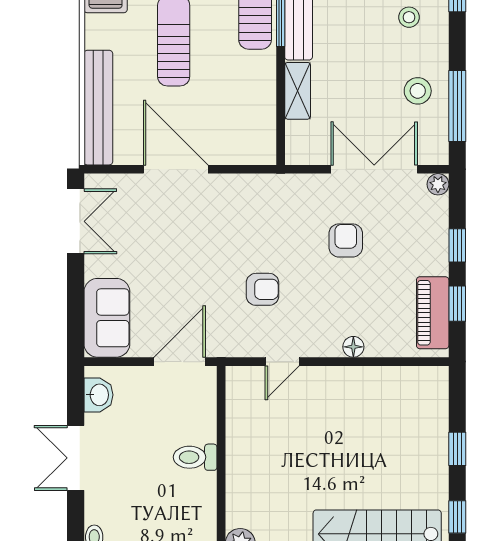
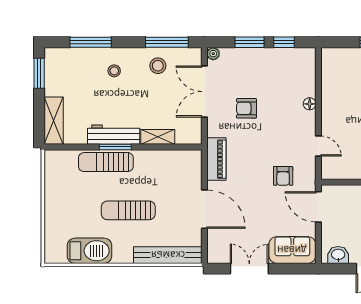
door: (176, 169) -> (204, 209), swing flipped
double door: (76, 221) -> (249, 269), moved
window: (457, 245) -> (249, 42), width x1.50
armchair: (263, 289) -> (283, 176), moved, turned 180
piano: (433, 313) -> (216, 159), moved, turned -90

